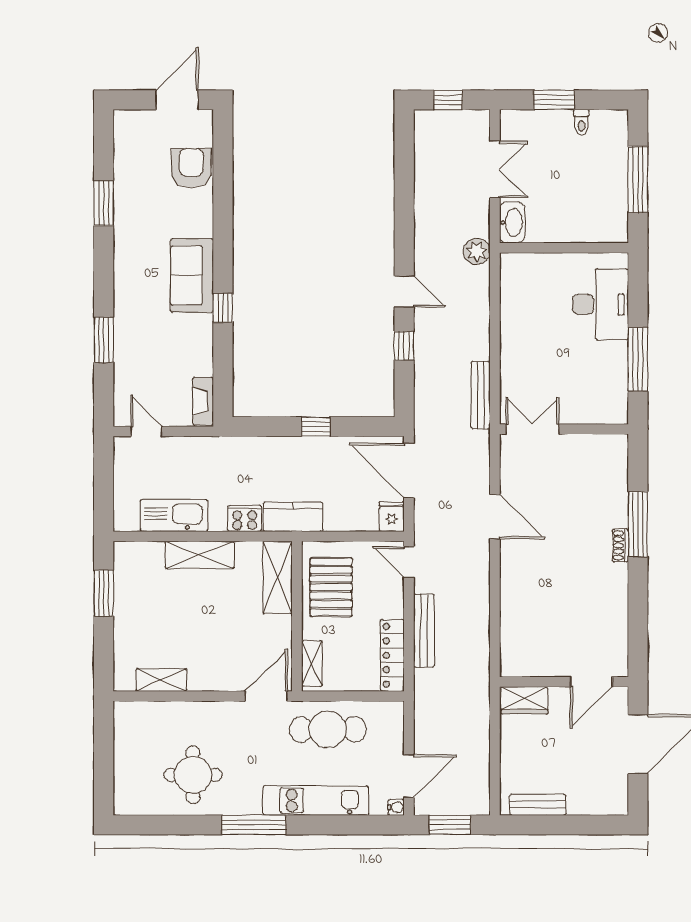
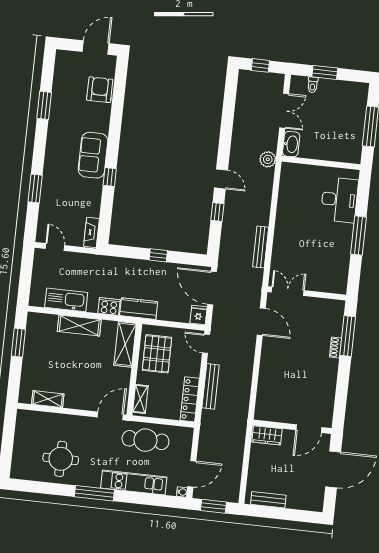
toilet: (581, 122) -> (313, 85), moved
double door: (532, 429) -> (288, 291), moved
wall: (564, 429) -> (307, 293), moved

